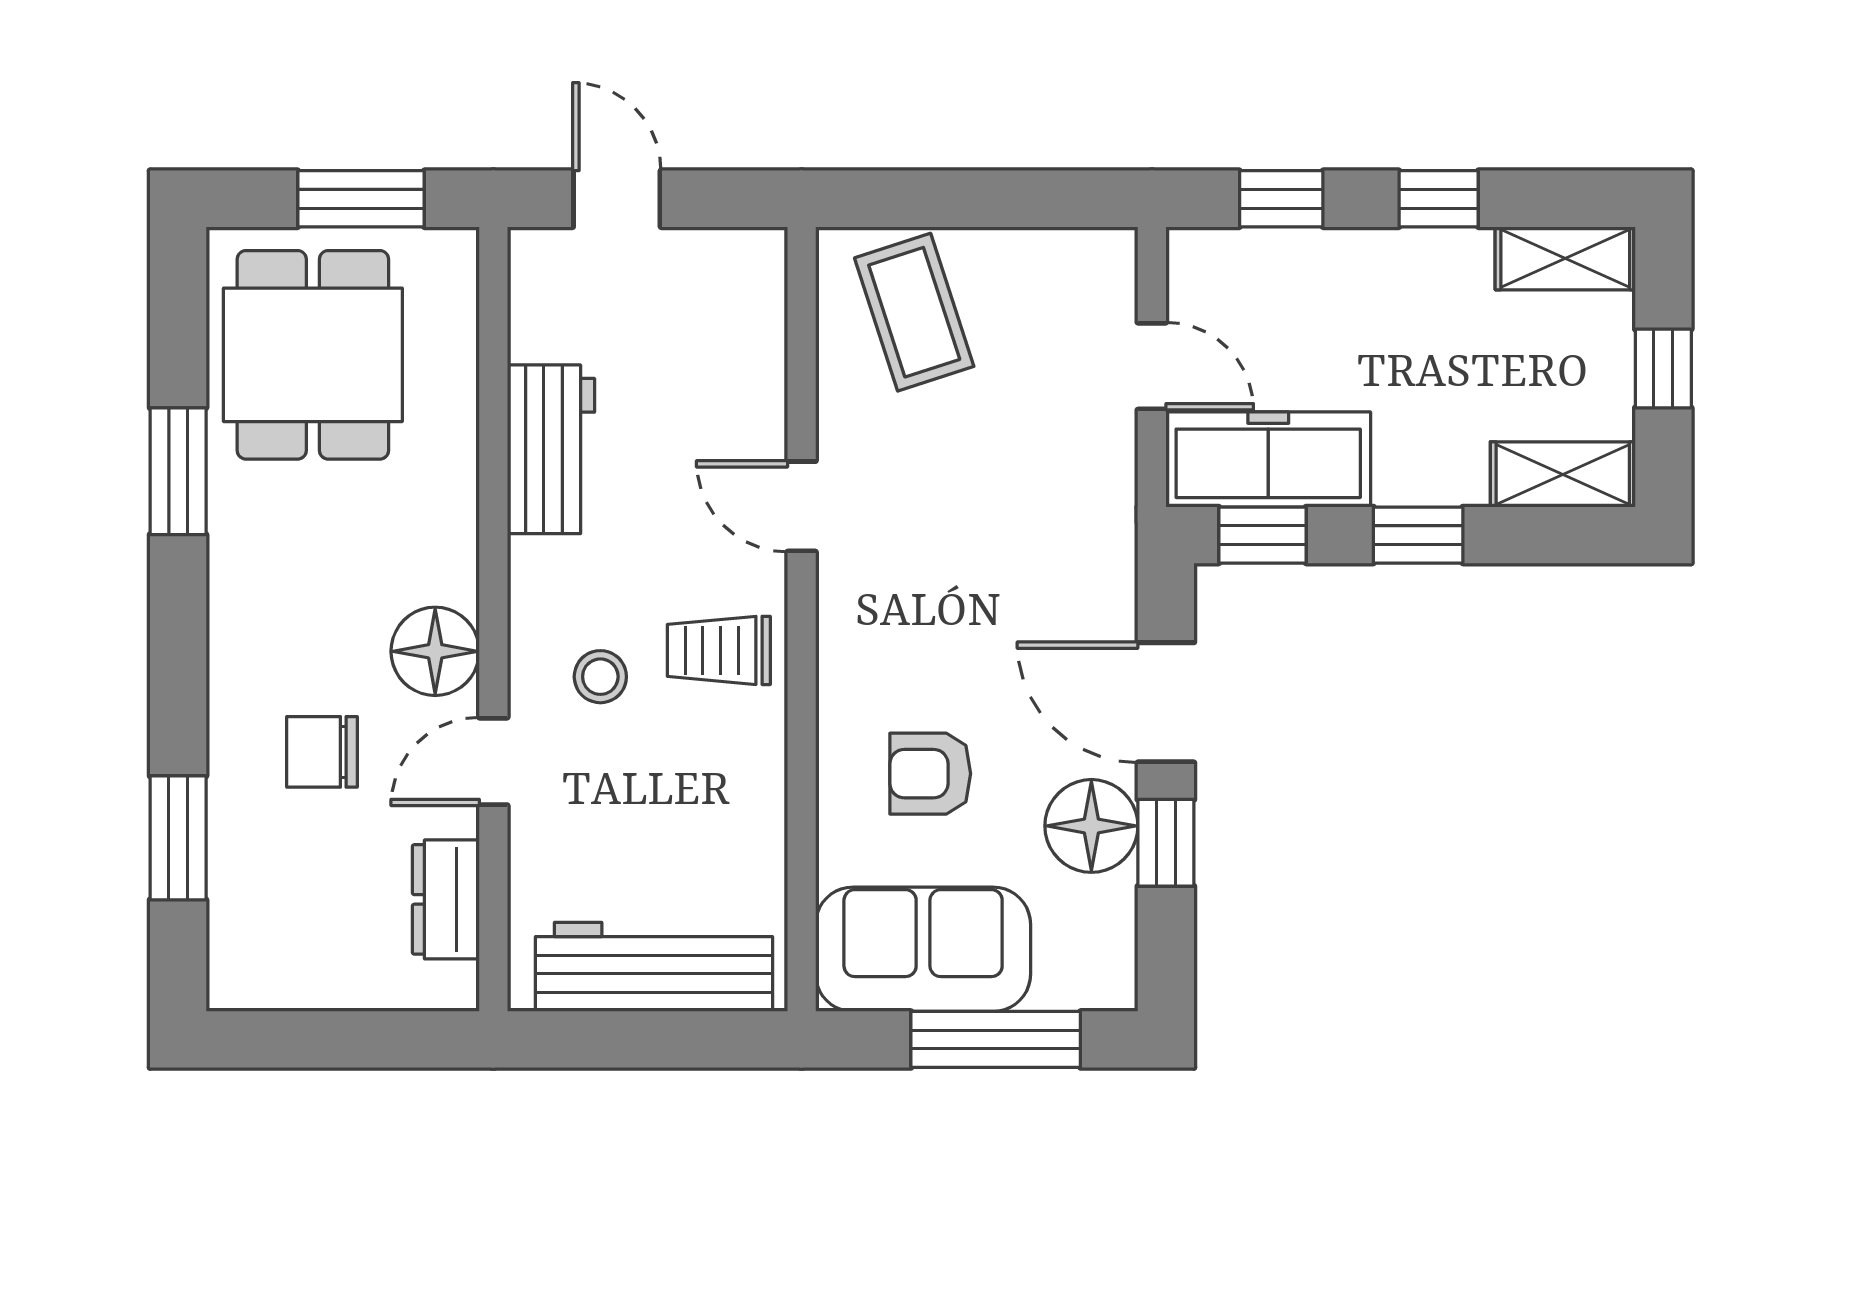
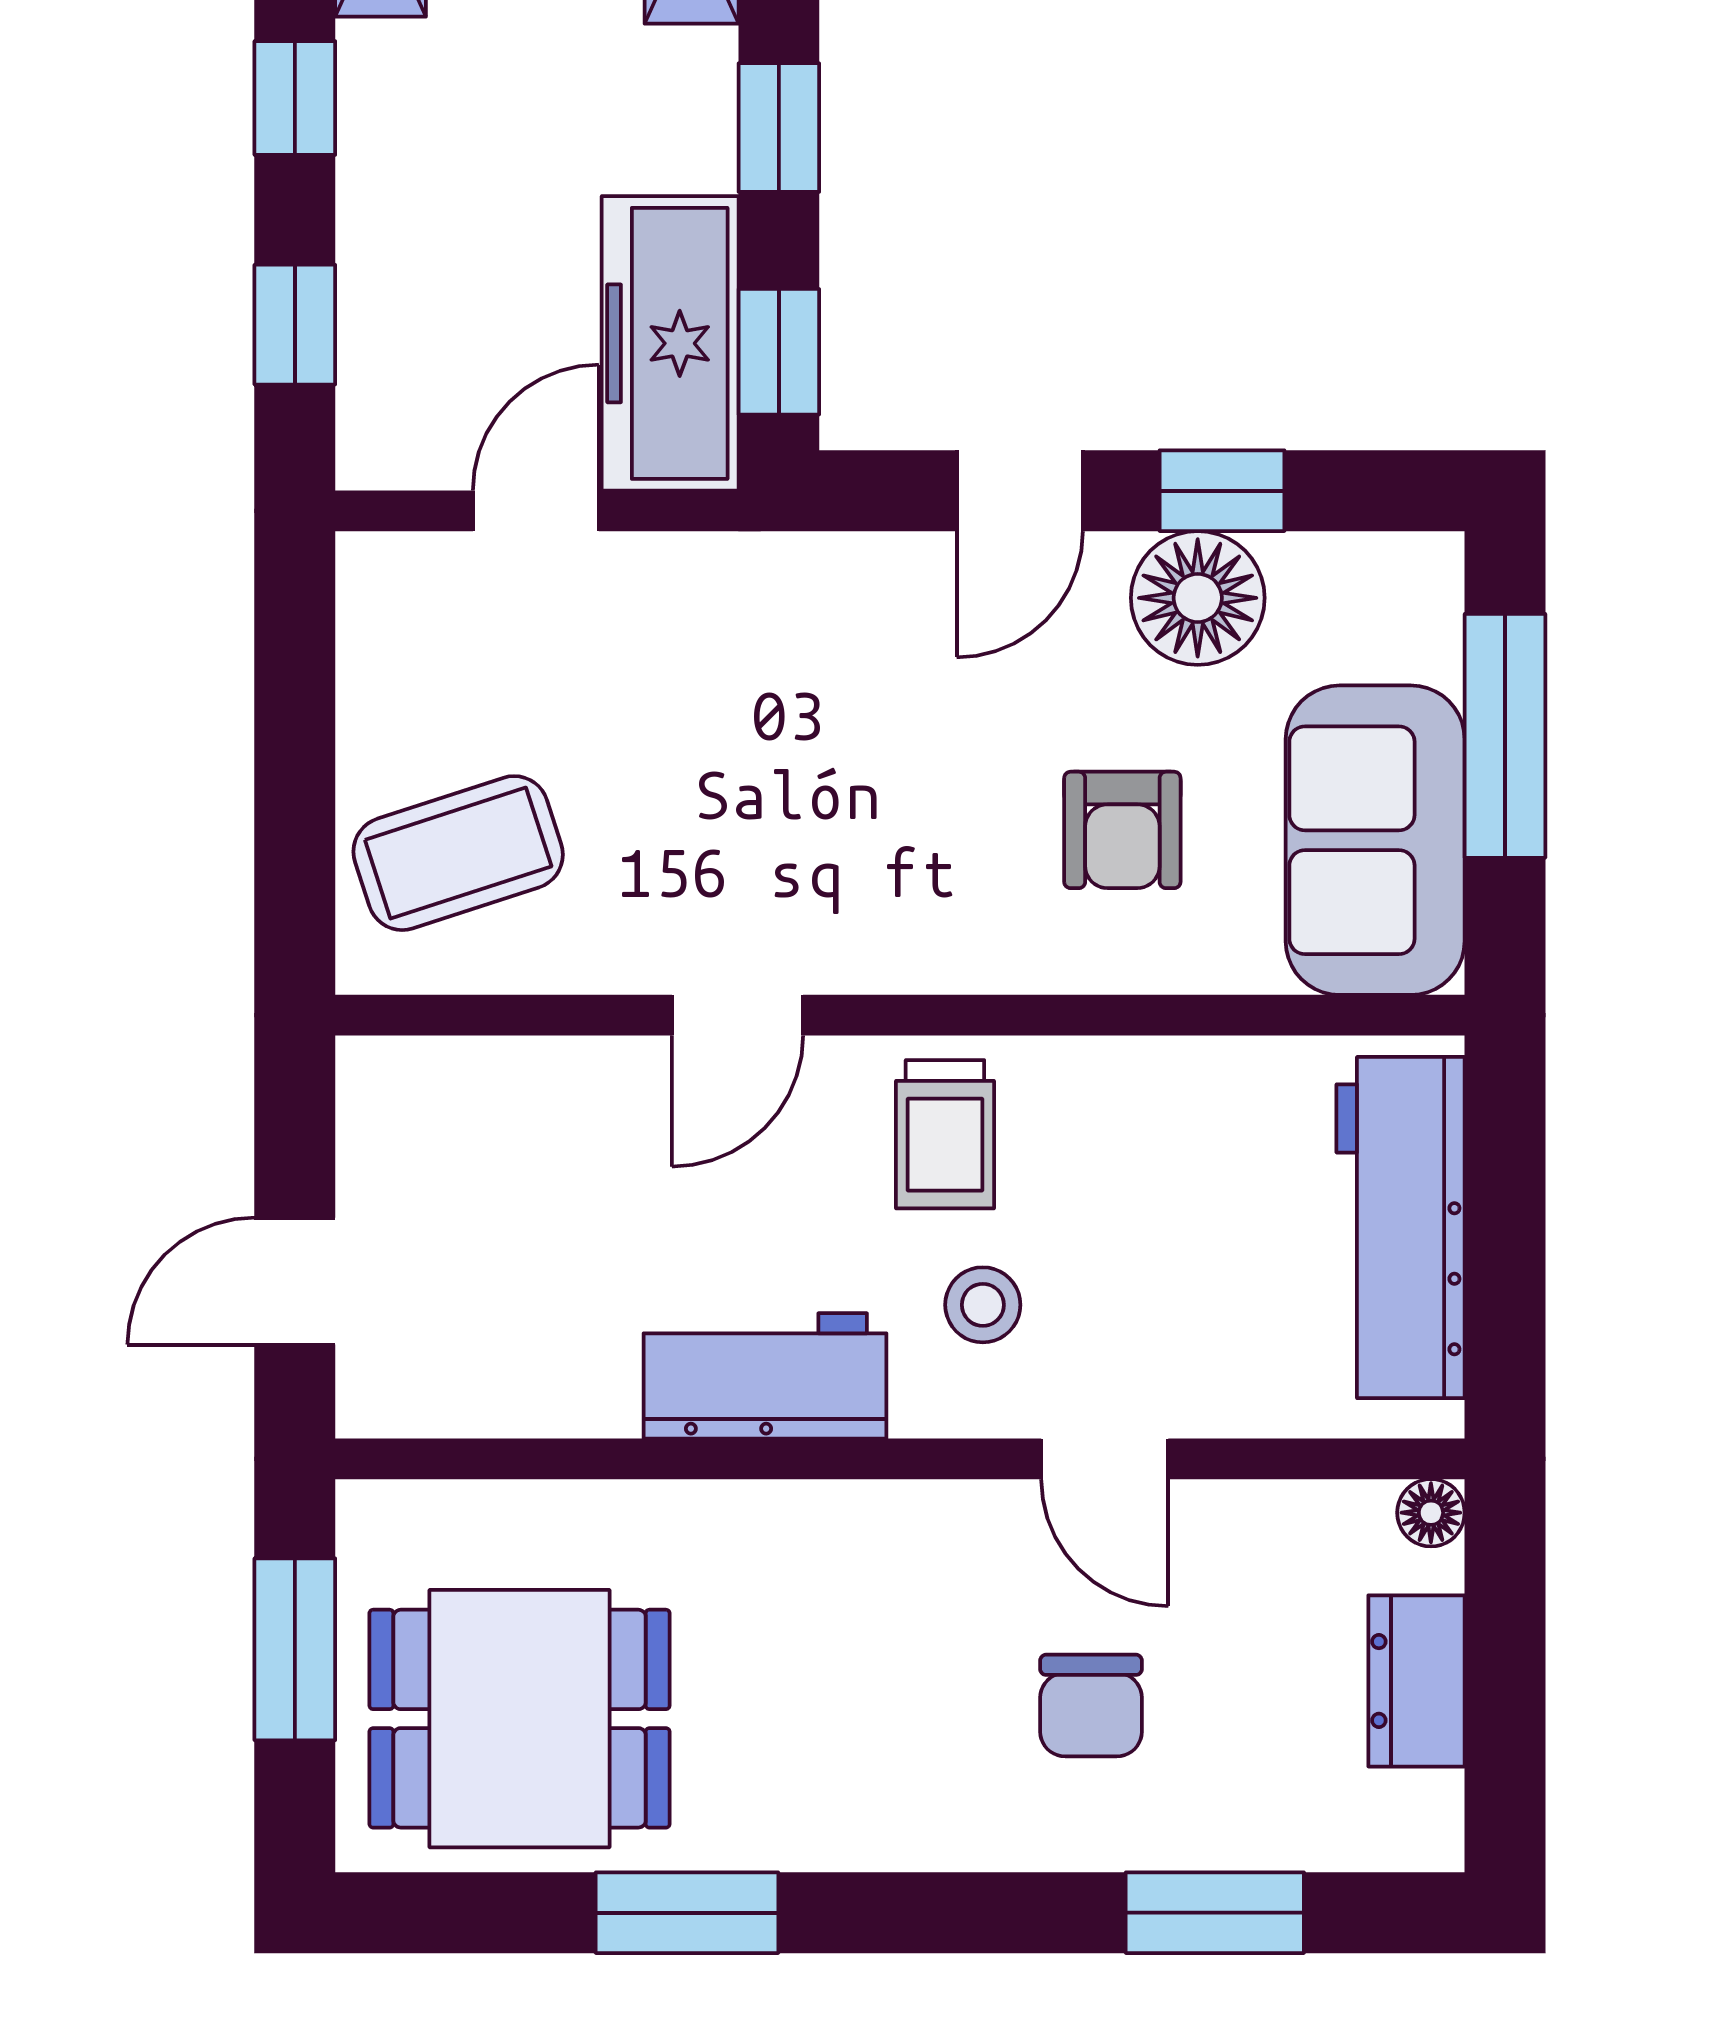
workbench: (551, 449) -> (765, 1376), moved
floor lamp: (435, 651) -> (1431, 1513), moved, width x0.53, depth x0.53
door: (1166, 702) -> (1020, 491), width x0.73
dresser: (446, 899) -> (1416, 1681), moved, turned 90

